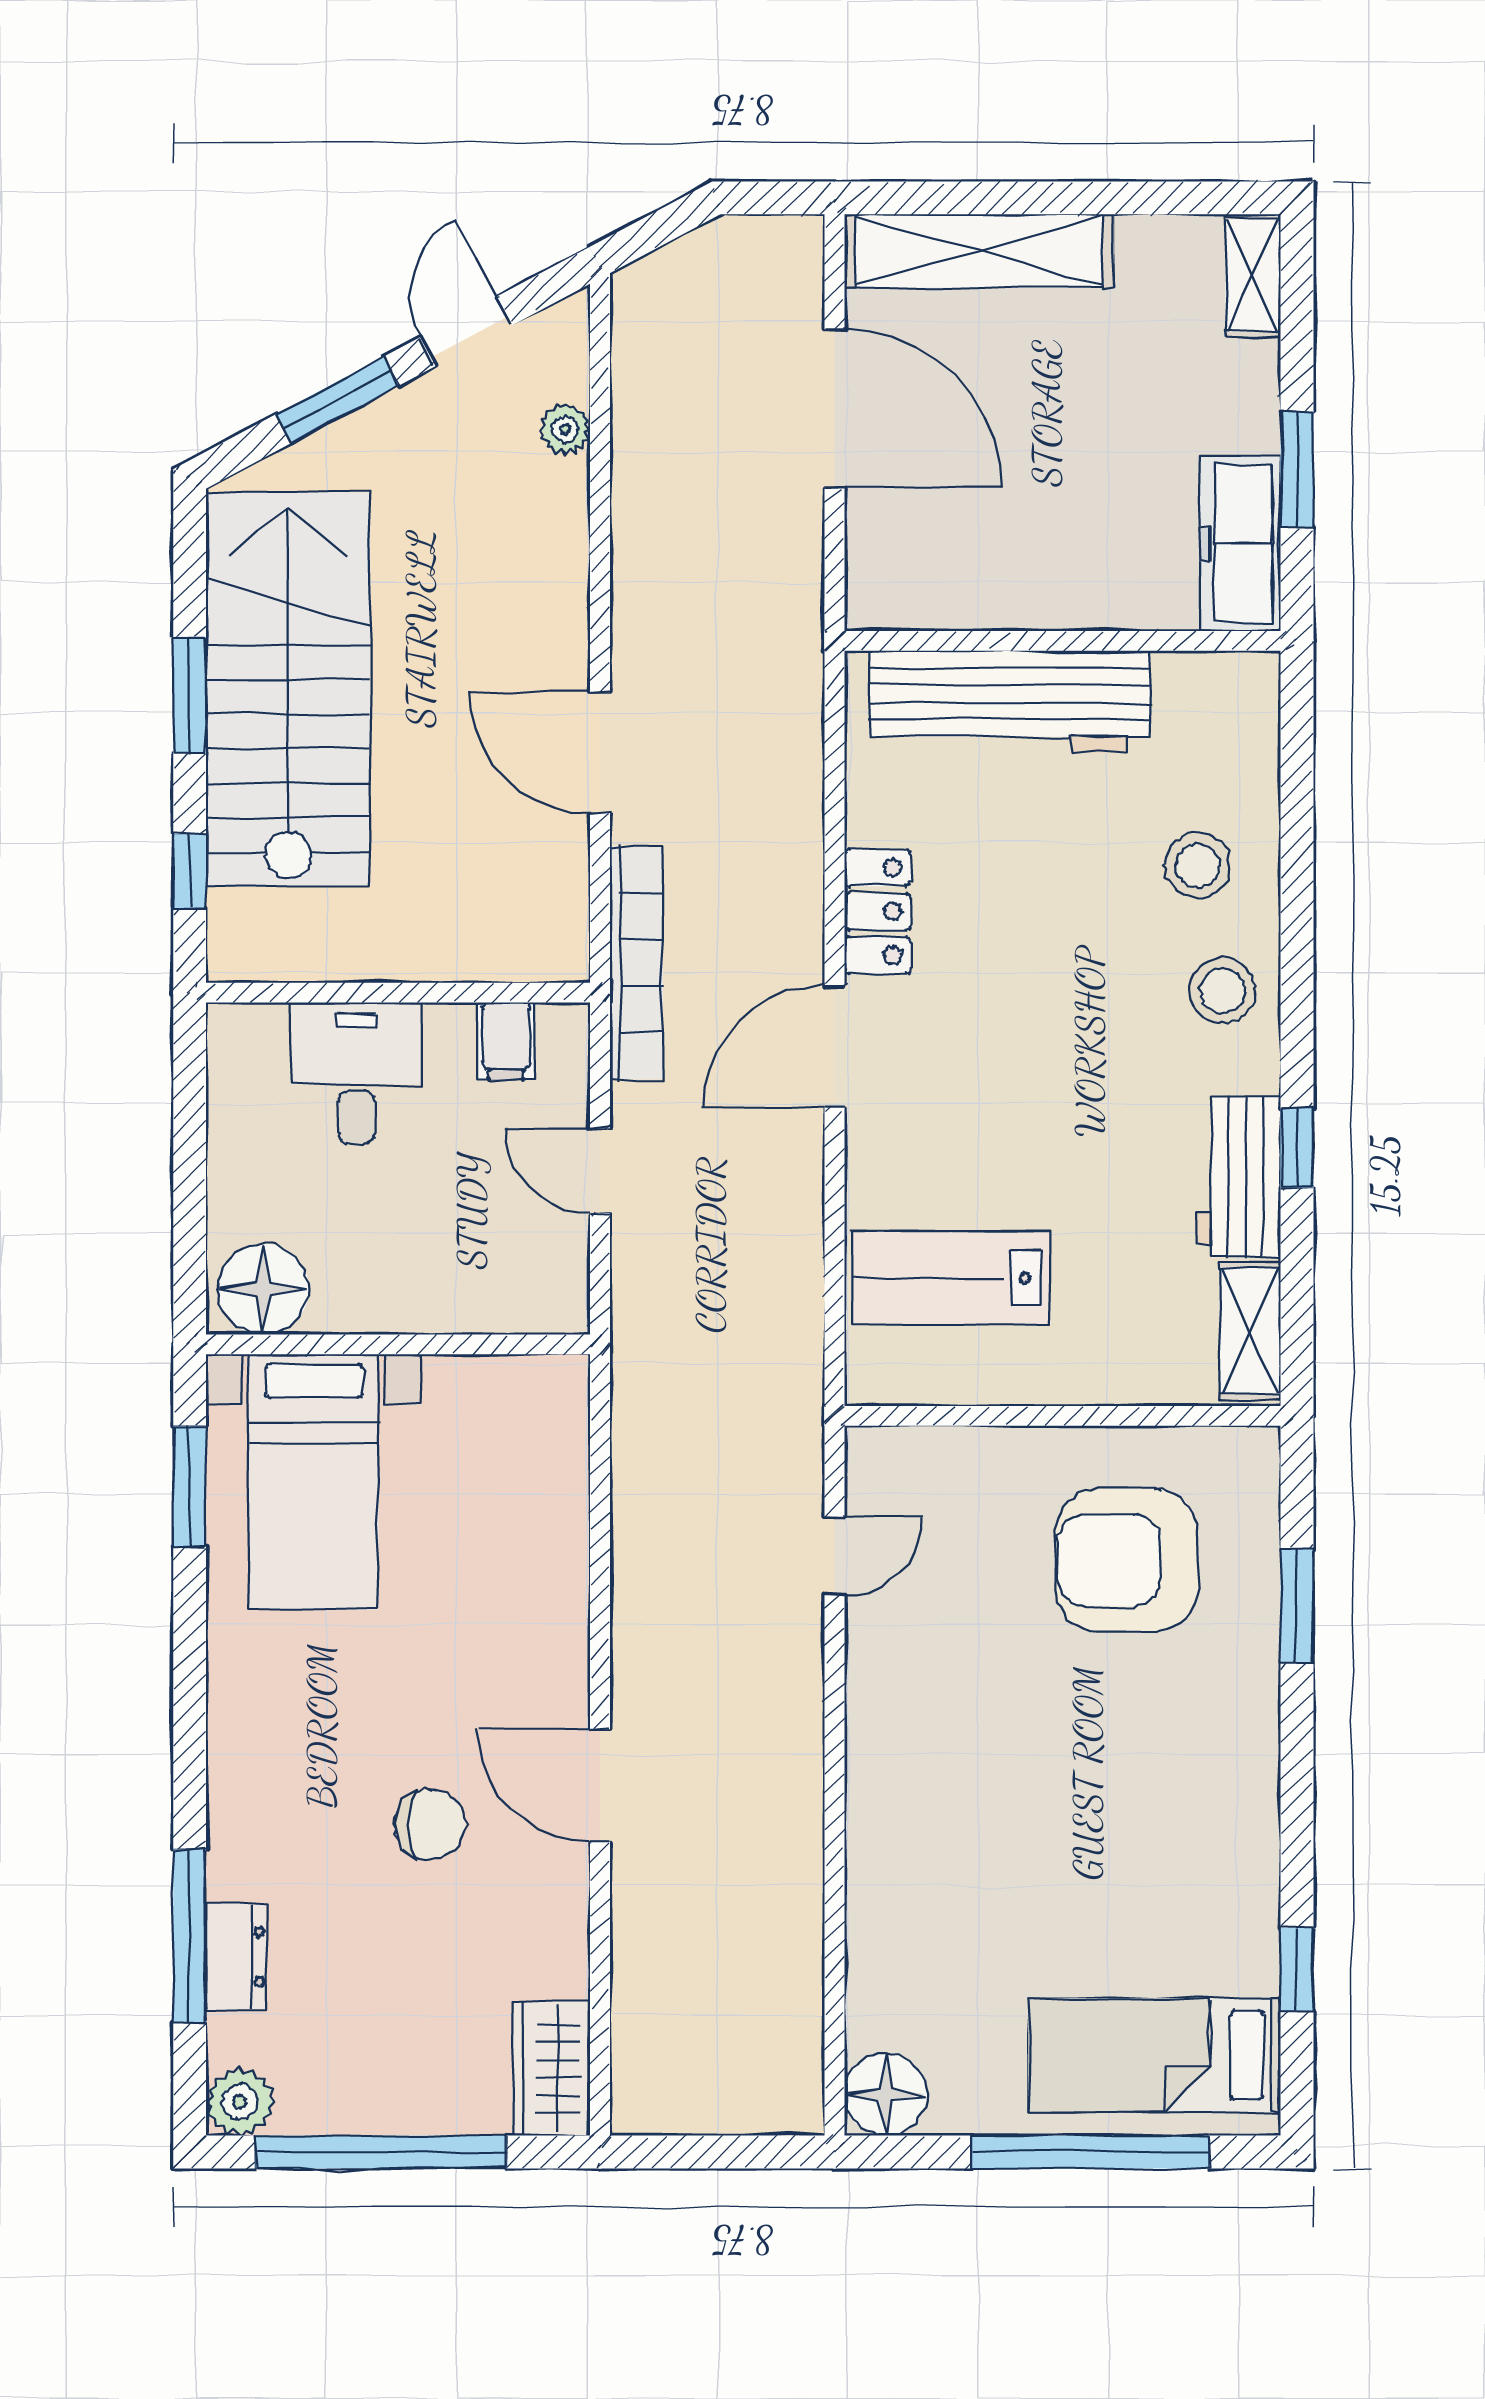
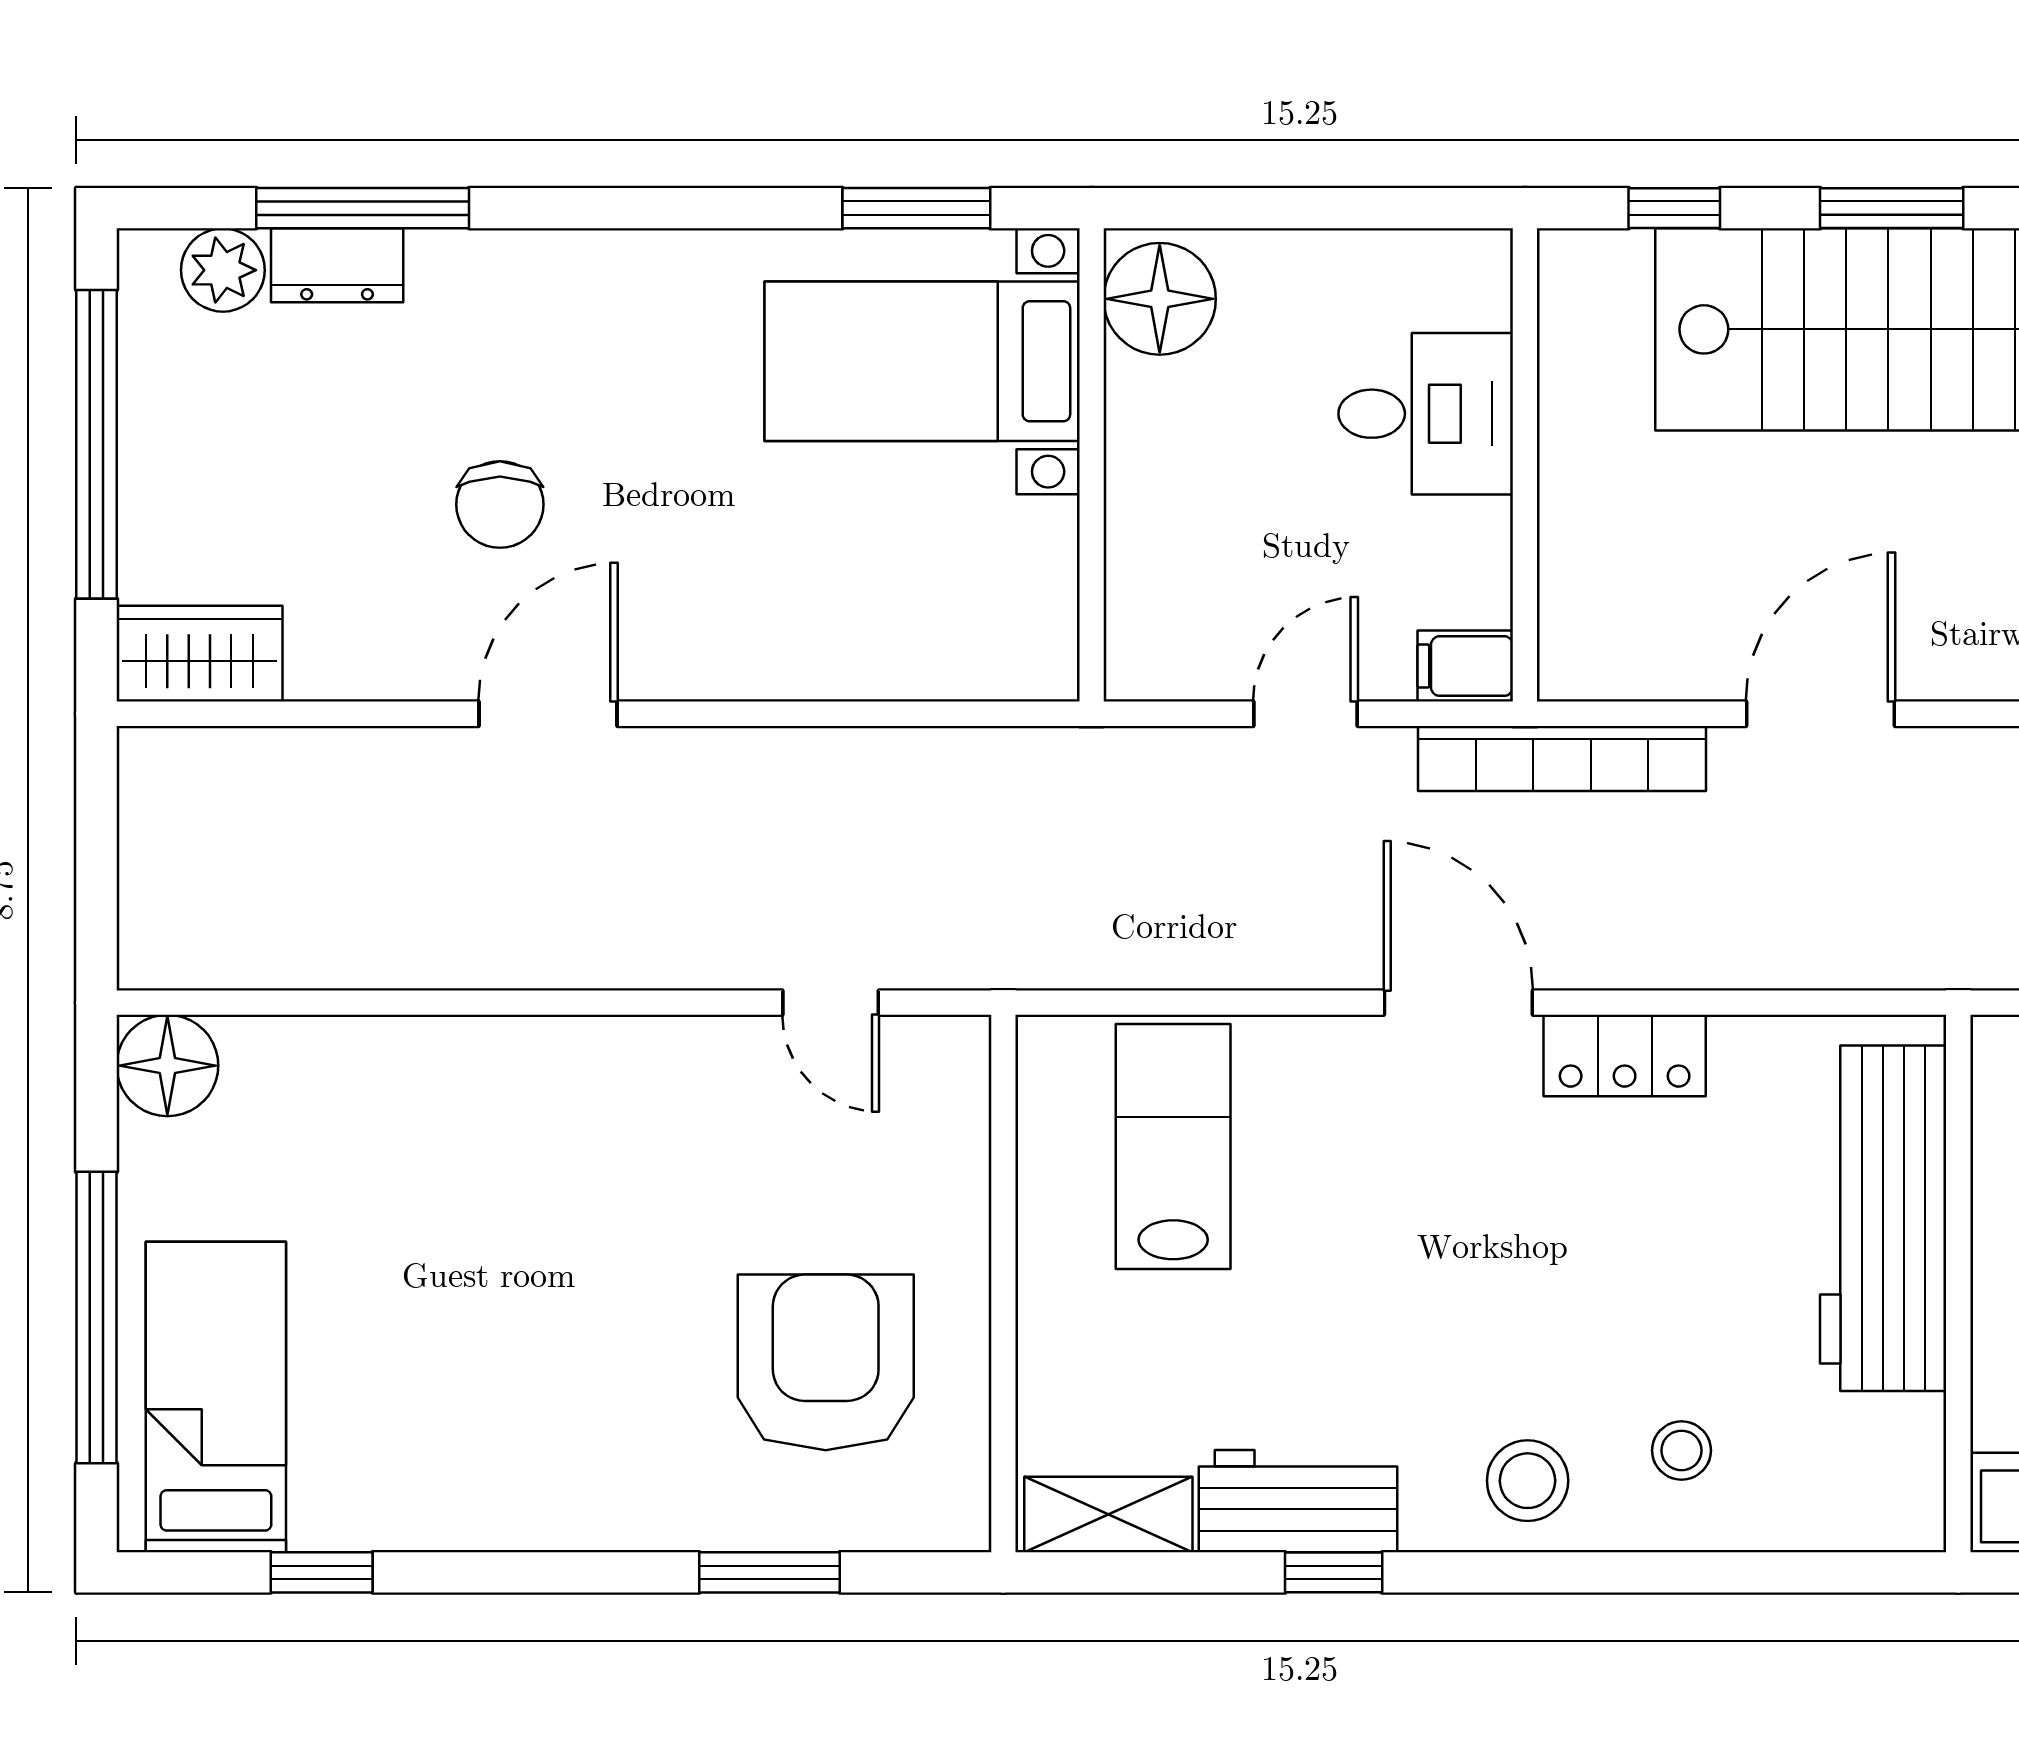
stool: (1198, 865) -> (1681, 1450), width x0.73, depth x0.73
filing cabinet: (506, 1041) -> (1465, 666), moved
plant: (240, 2102) -> (223, 270), moved

